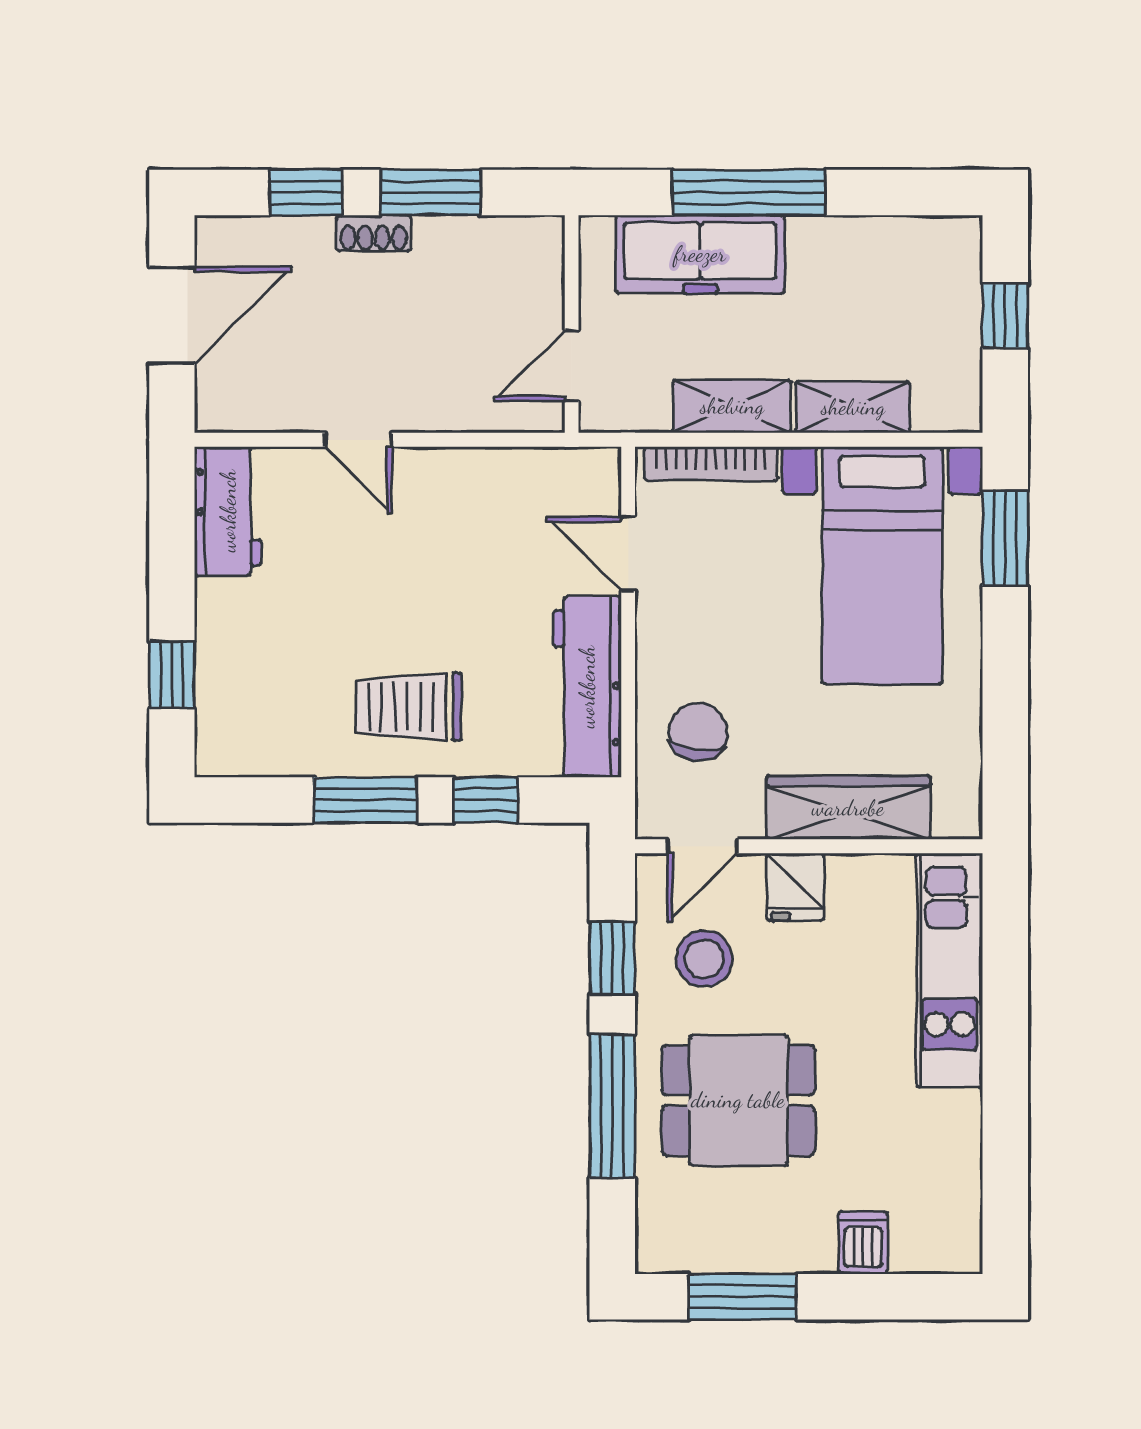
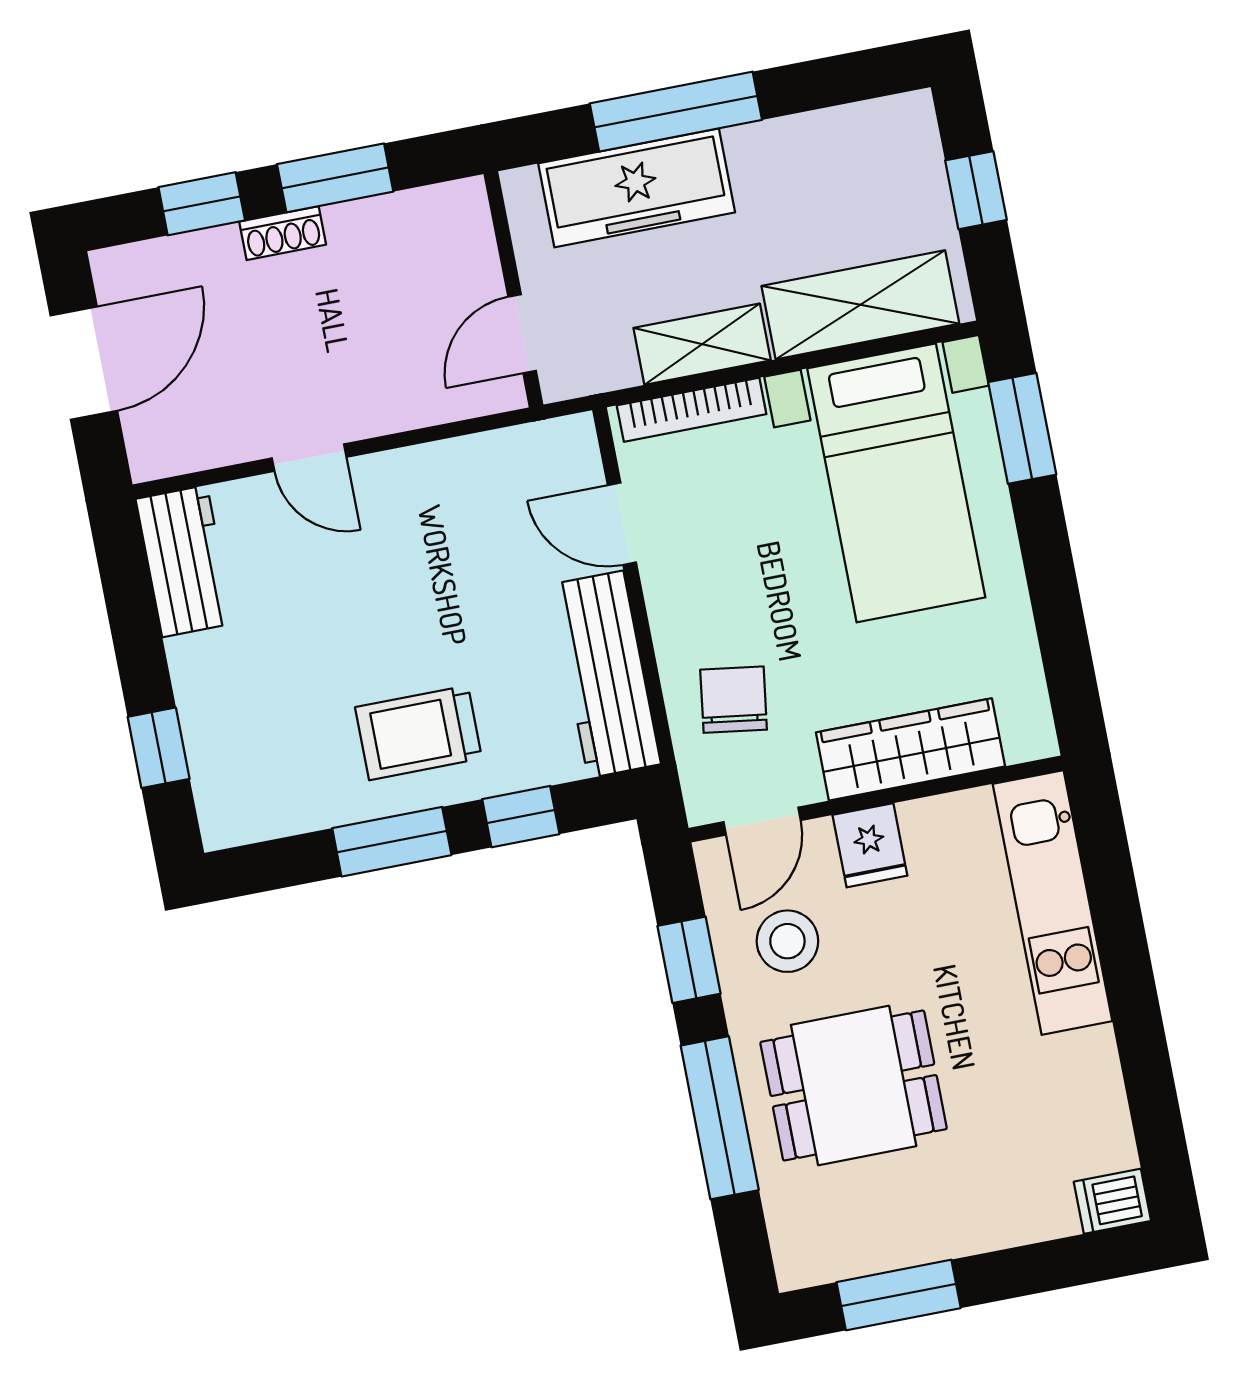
shelving: (853, 407) -> (860, 305), width x1.50, depth x1.33
dishwasher: (863, 1243) -> (1112, 1201), moved, turned -90

